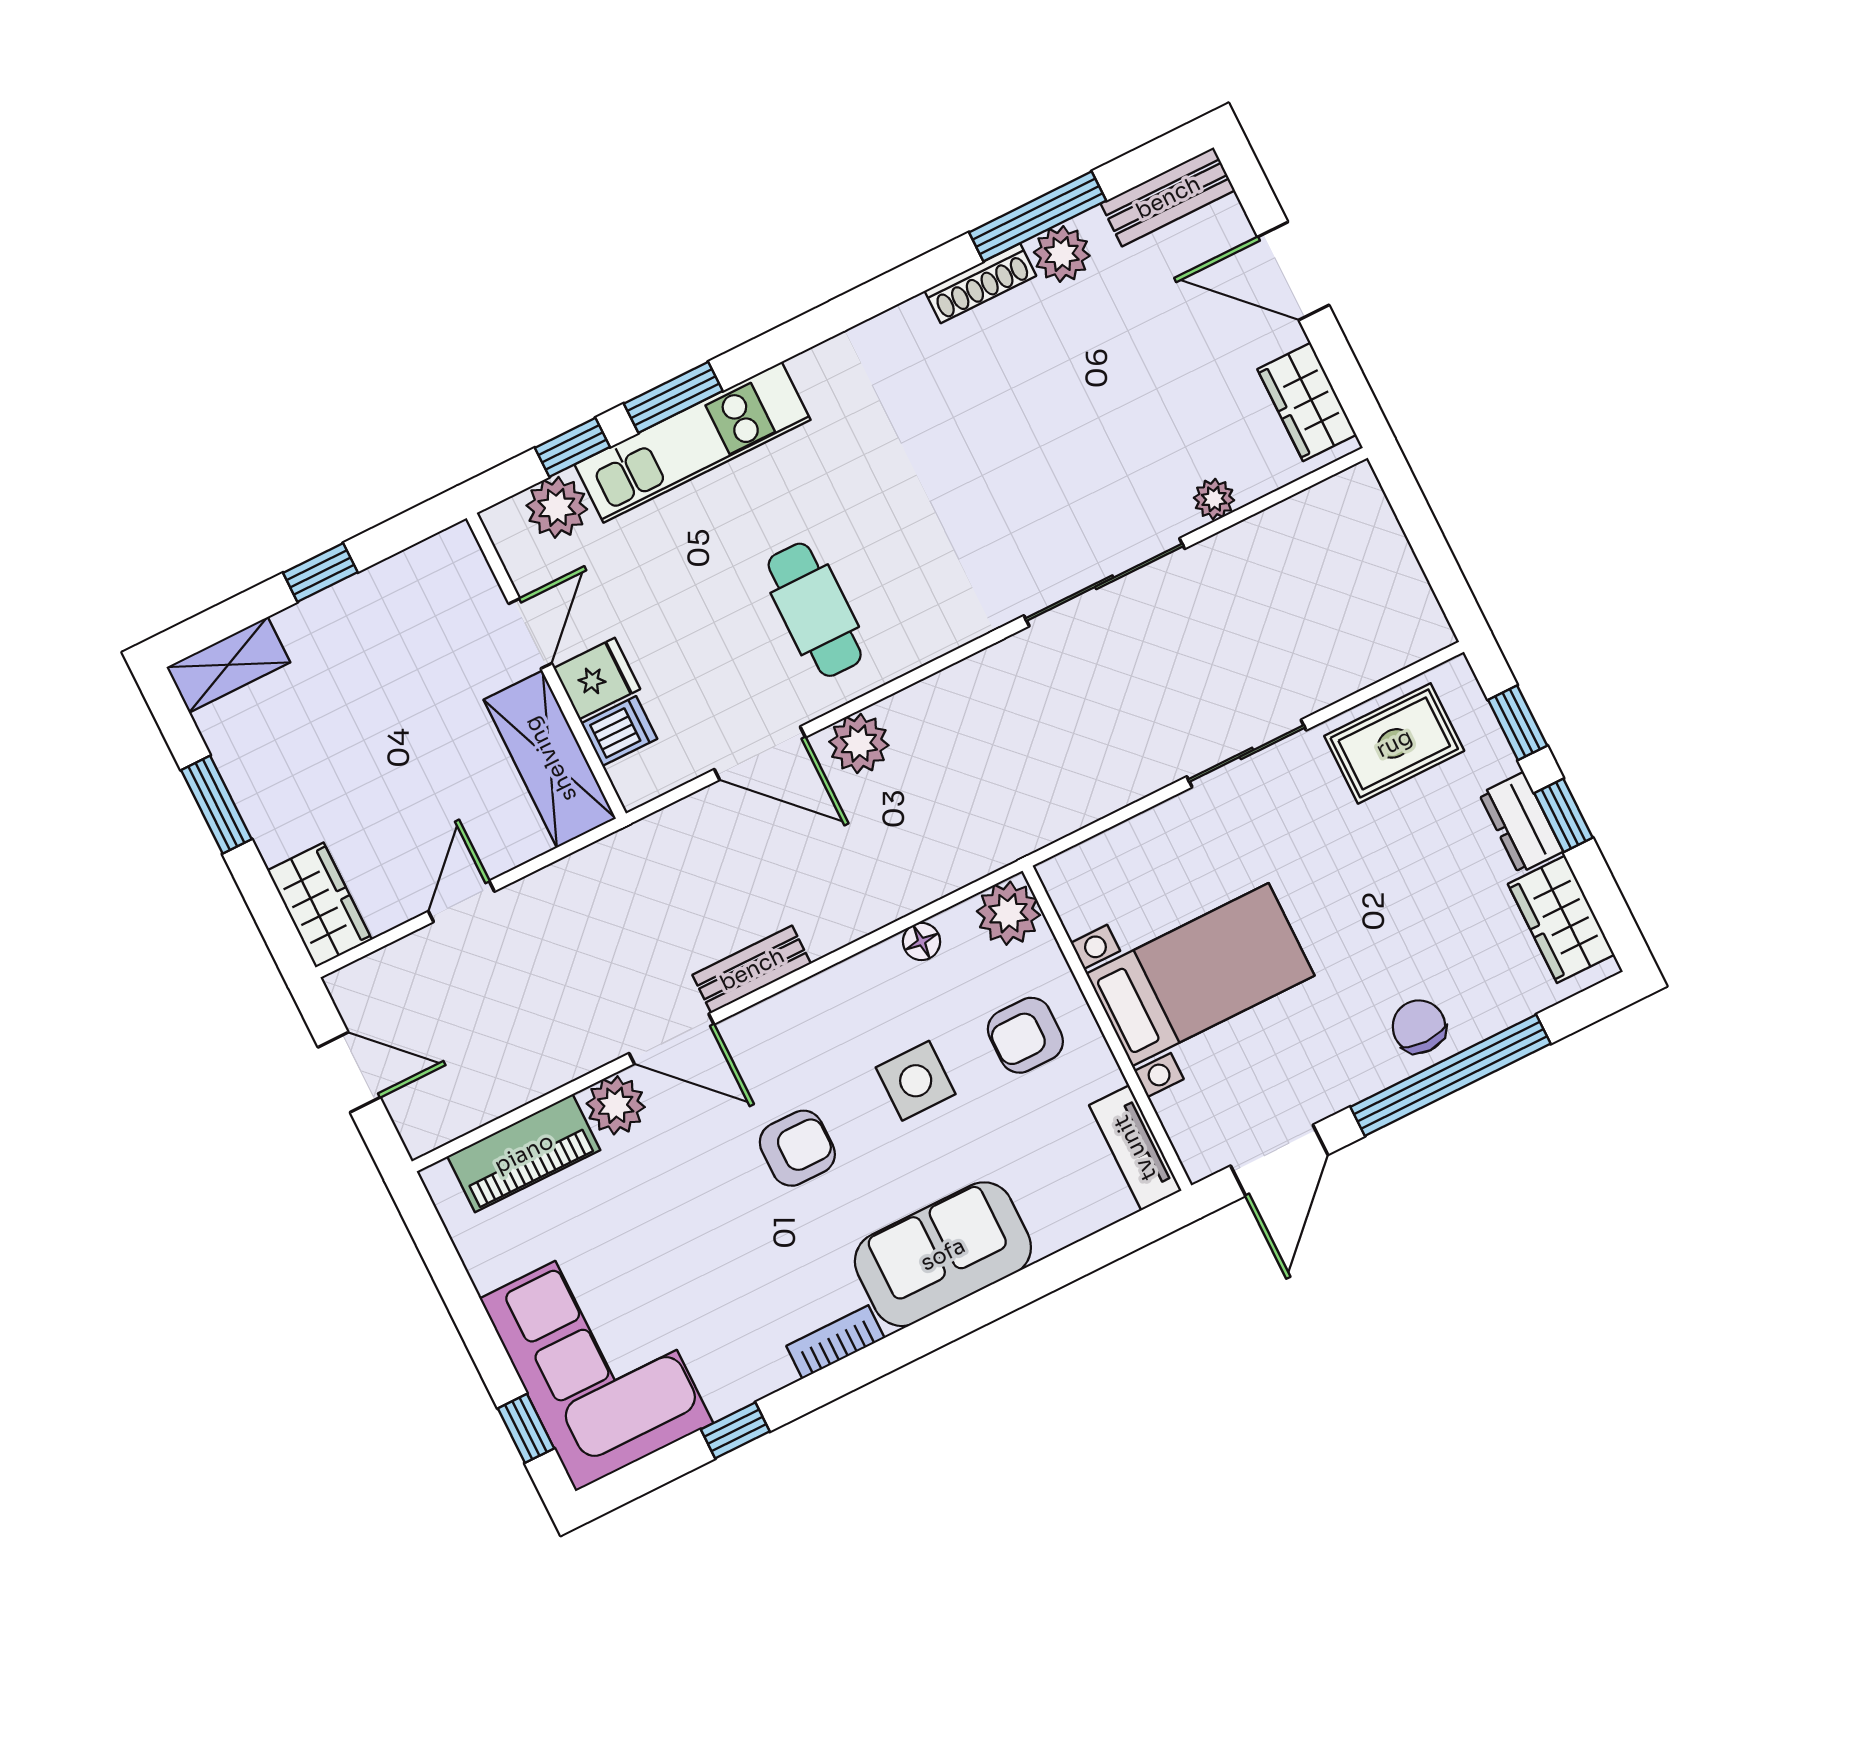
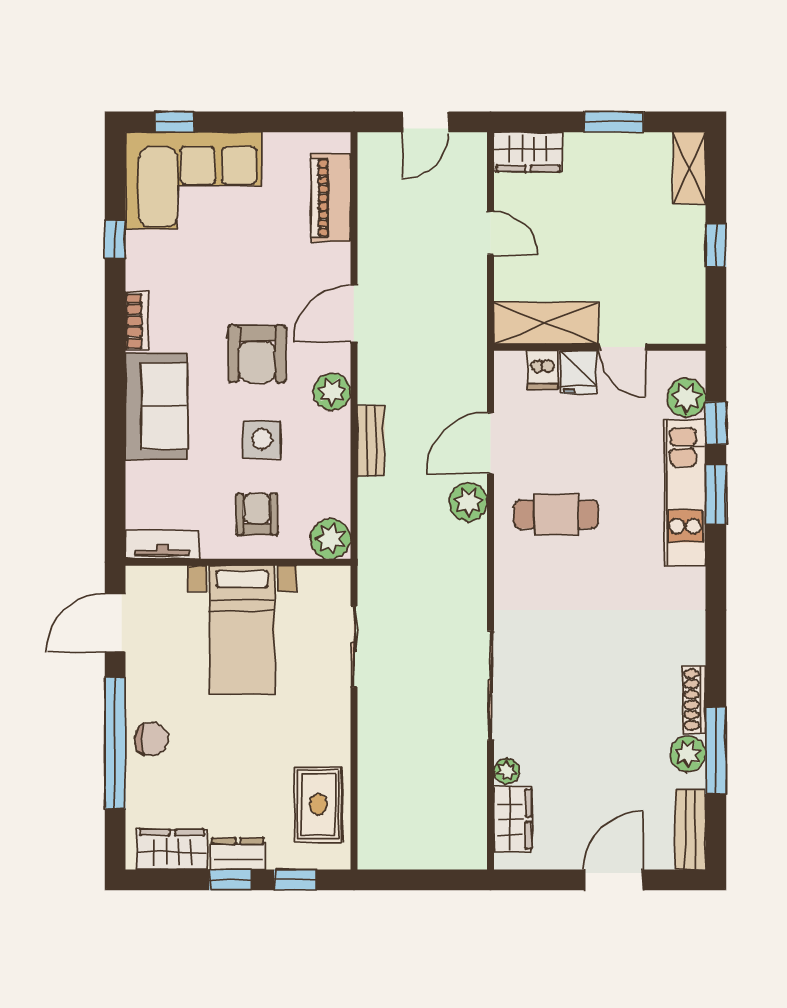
wardrobe: (1307, 402) -> (513, 819), moved, turned 90
sliding door: (1246, 753) -> (354, 647), moved
floor lamp: (922, 942) -> (339, 482), removed
bench: (752, 969) -> (371, 441), moved
plant: (616, 1105) -> (332, 392), moved
armchair: (797, 1148) -> (257, 354), width x1.38, depth x1.38
door: (1279, 1160) -> (115, 623), hinge flipped

